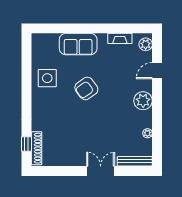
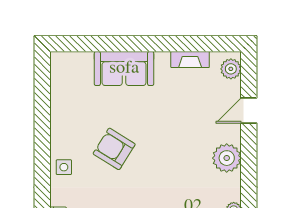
side table: (47, 78) -> (64, 167), moved, width x0.54, depth x0.54
armchair: (86, 88) -> (114, 149), moved, turned 68

